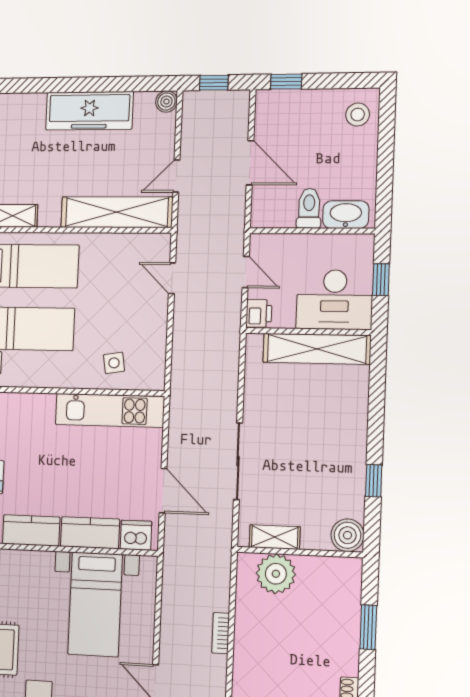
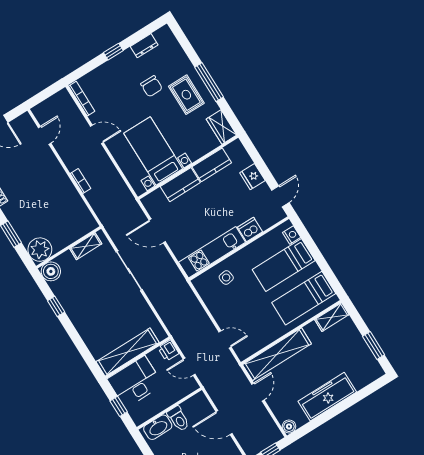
dishwasher: (136, 535) -> (250, 229), moved, turned 180
plant: (276, 574) -> (40, 250), moved

